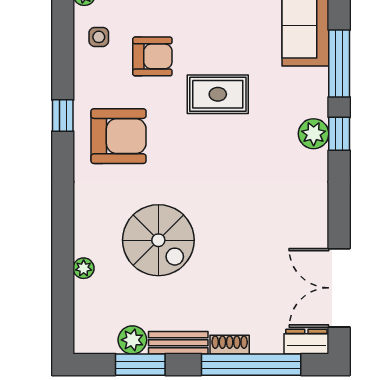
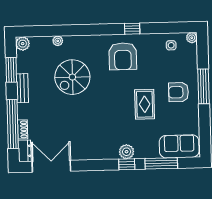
armchair: (152, 56) -> (179, 92), moved, turned 90
plant: (132, 340) -> (23, 44), moved
shoe rack: (230, 345) -> (23, 129), moved

